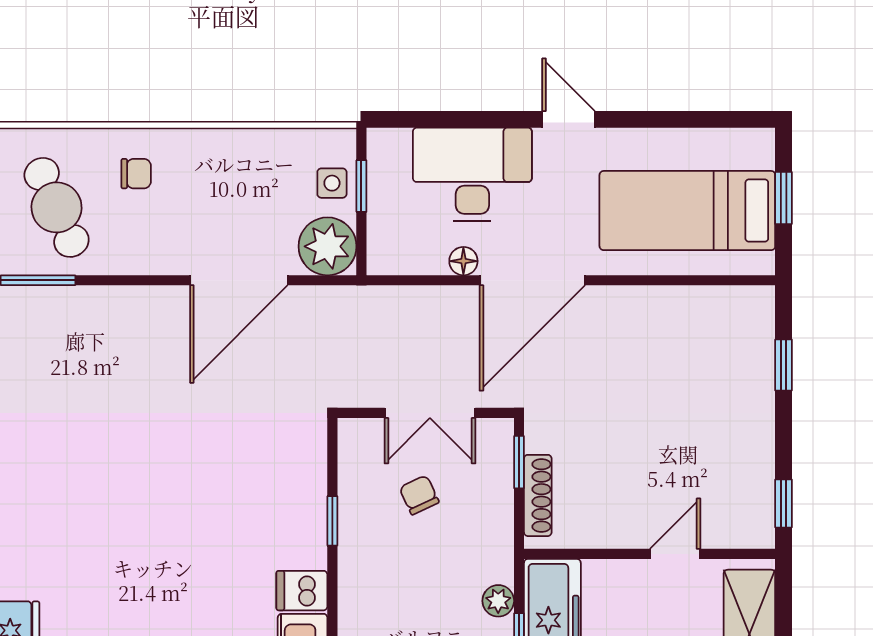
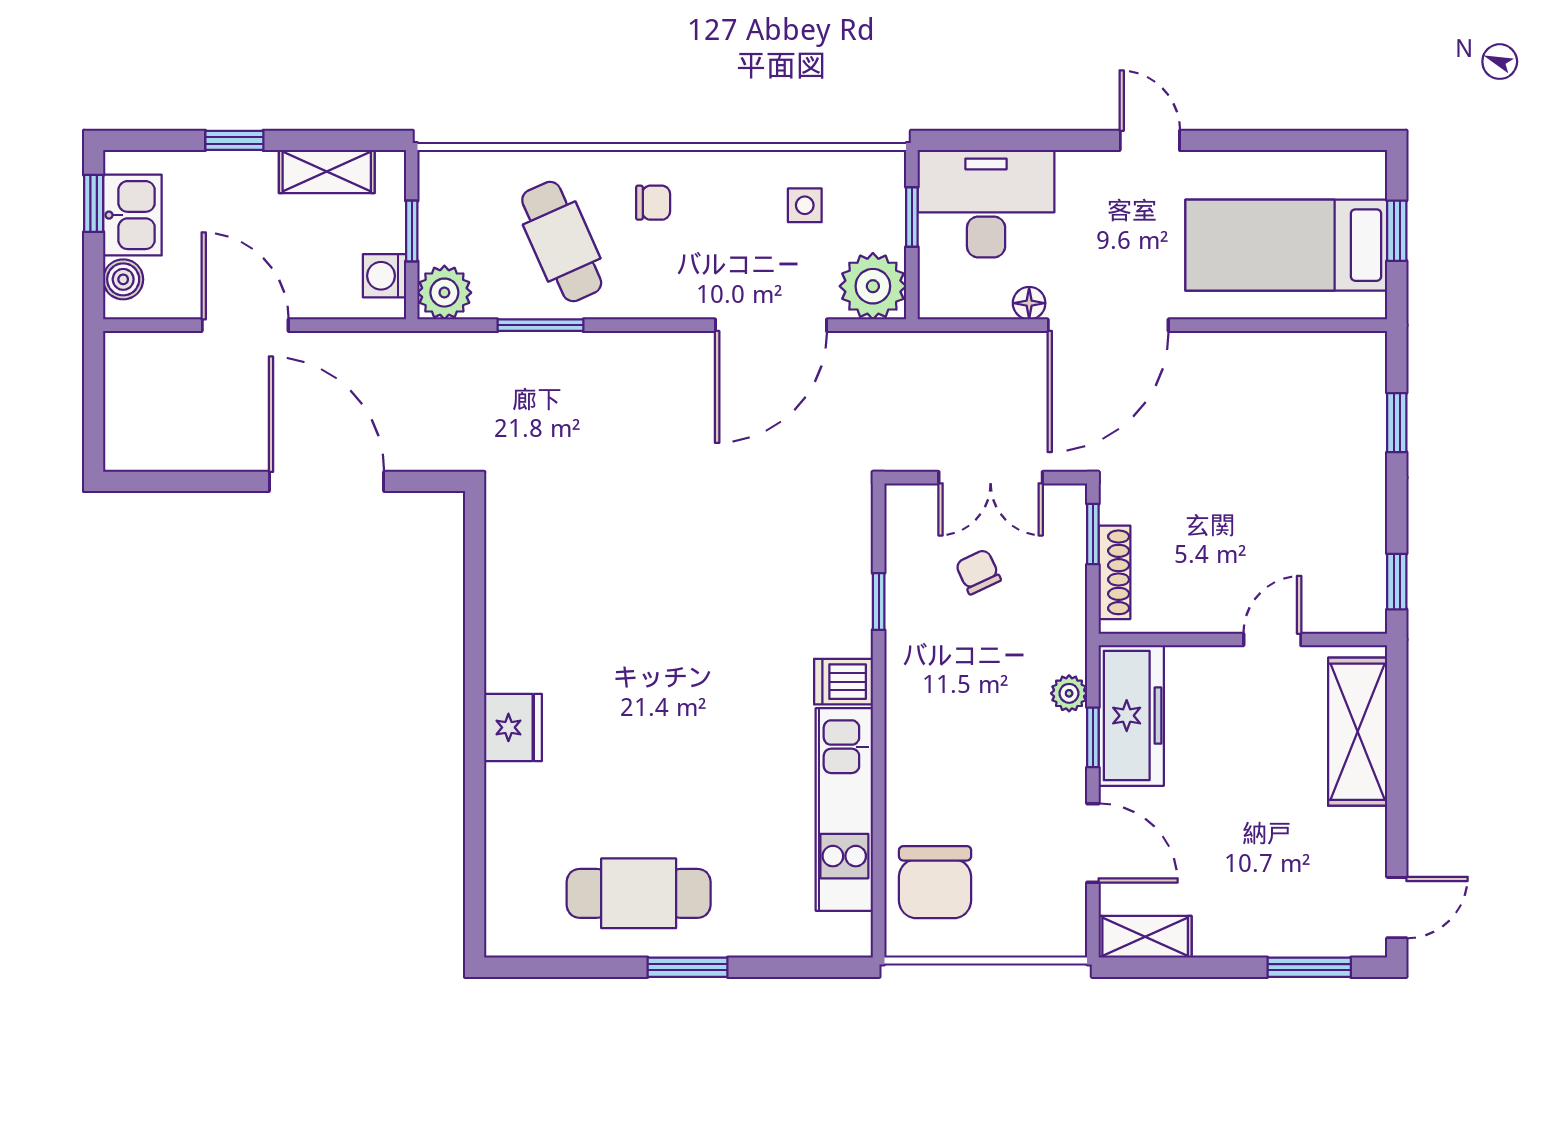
desk: (472, 174) -> (986, 204), moved
side table: (332, 183) -> (805, 205), moved

